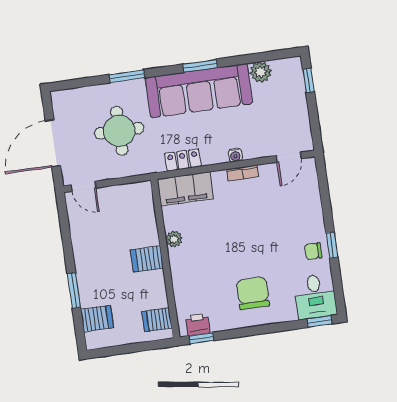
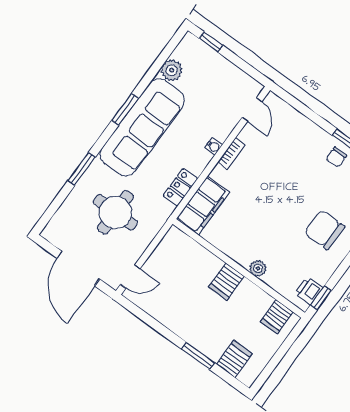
plant: (174, 239) -> (258, 268), moved

